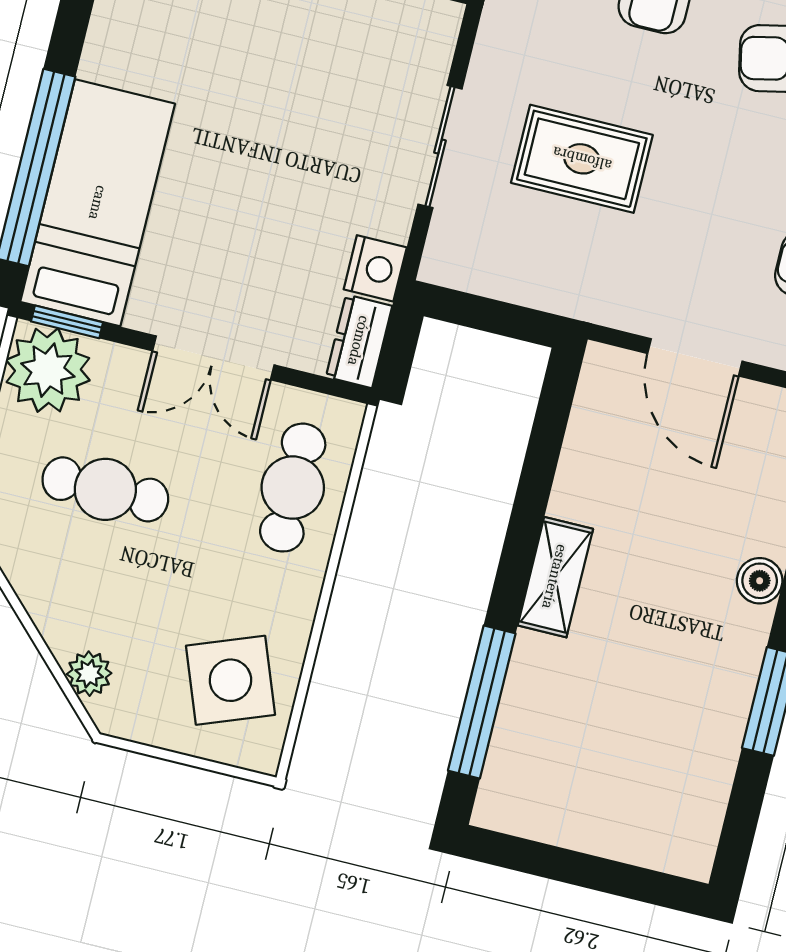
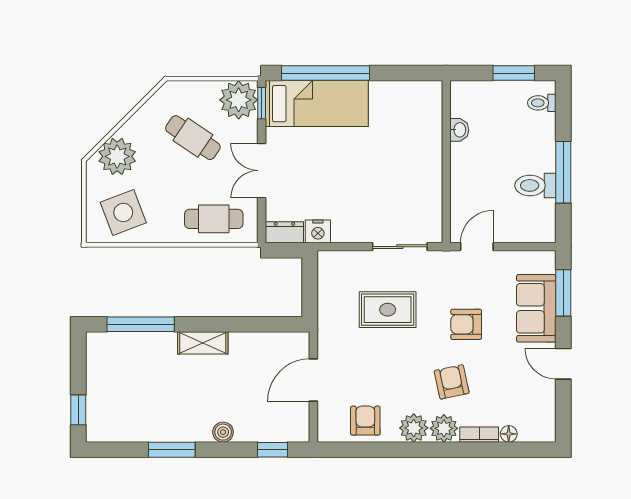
sliding door: (440, 147) -> (400, 247), moved
rug: (582, 159) -> (388, 310), turned 90
cafe table: (105, 489) -> (193, 138), turned -56
plant: (89, 674) -> (117, 156), width x1.87, depth x1.87
window: (635, 883) -> (78, 410), added

